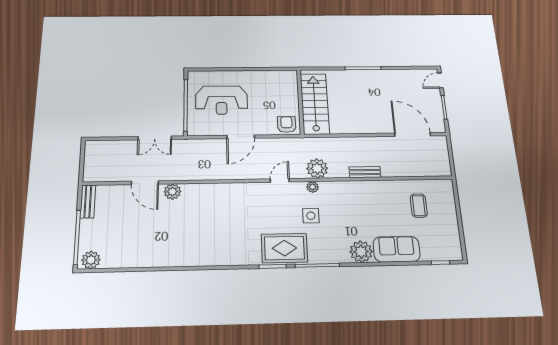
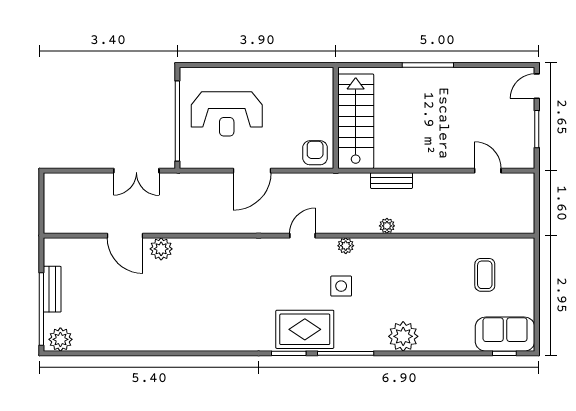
door: (413, 134) -> (488, 171), width x0.53
plant: (317, 168) -> (387, 226), moved, width x0.53, depth x0.53
bench: (365, 172) -> (391, 181), moved
bench: (88, 201) -> (52, 289), moved
sofa: (397, 249) -> (505, 334), moved

